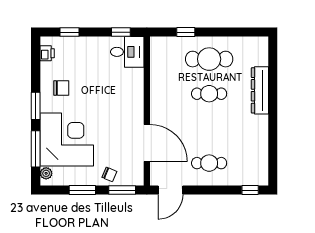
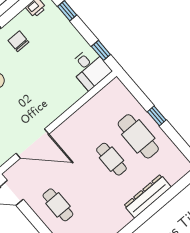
window: (186, 32) -> (157, 116), moved
chair: (61, 88) -> (18, 41), turned 180
door: (147, 143) -> (32, 144), hinge flipped

